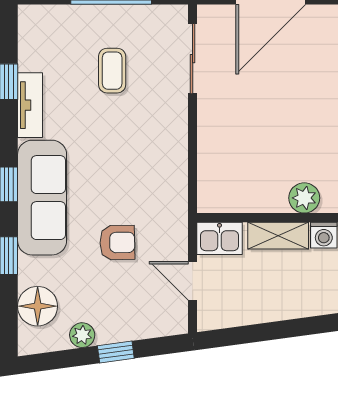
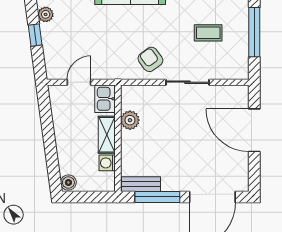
sliding door: (193, 59) -> (187, 82), moved
plant: (304, 198) -> (130, 120), moved
armchair: (117, 243) -> (150, 59), moved, turned 145

